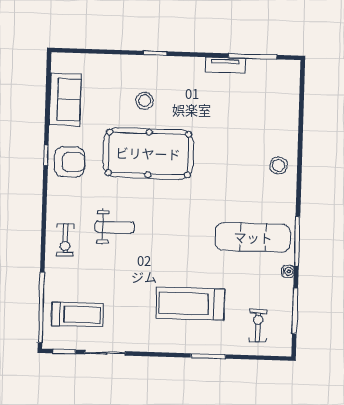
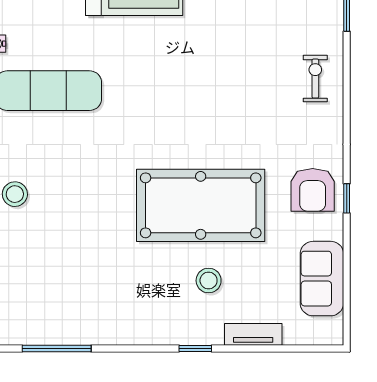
tv unit: (225, 65) -> (253, 334), moved
armchair: (70, 162) -> (313, 190), turned -90
weight bench: (115, 227) -> (246, 99), removed

